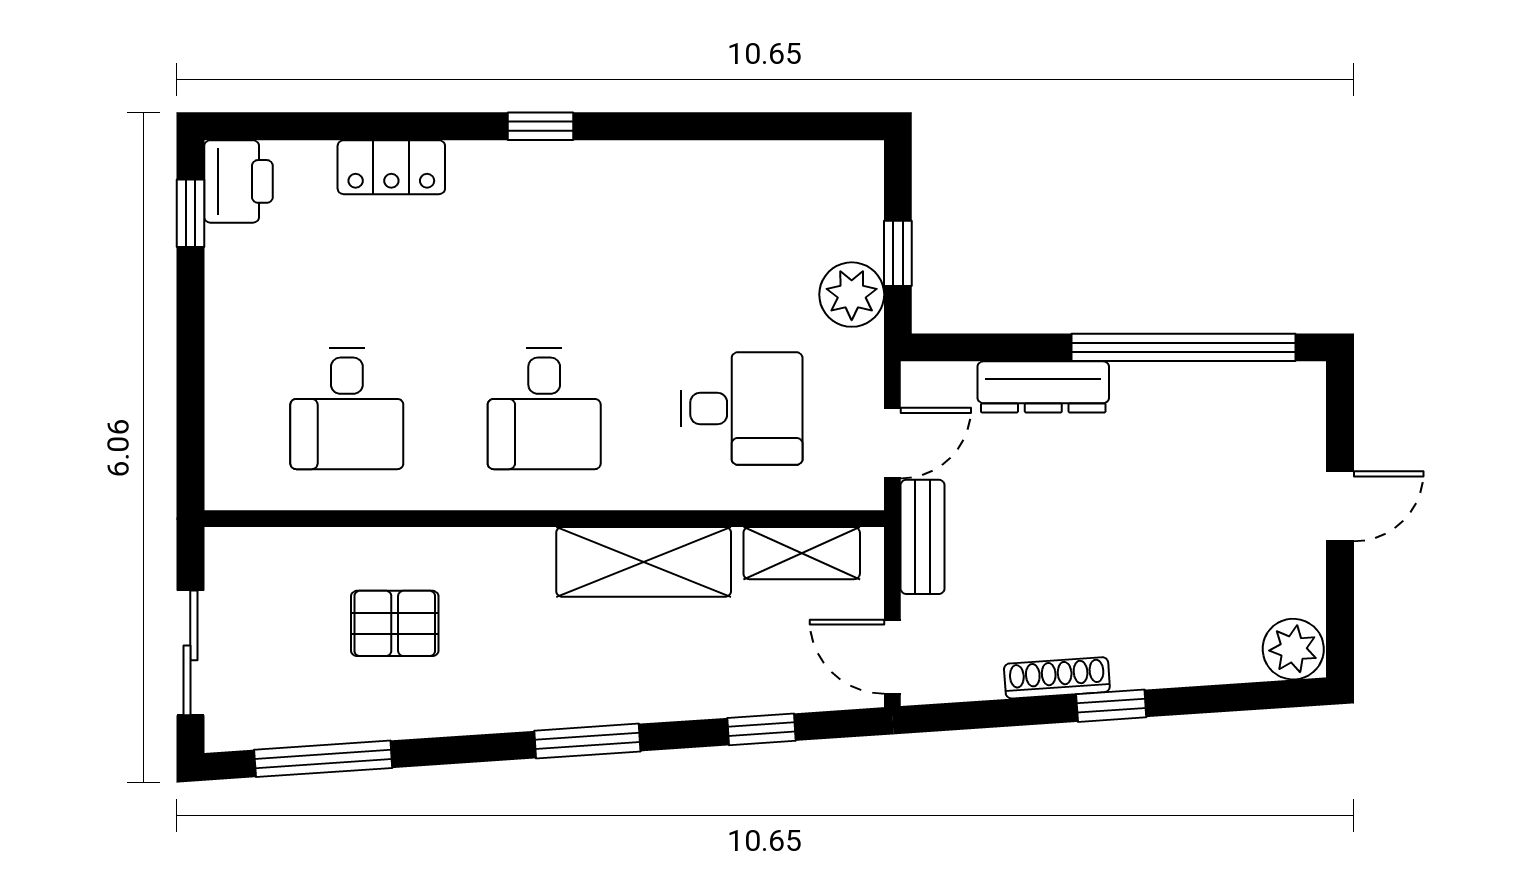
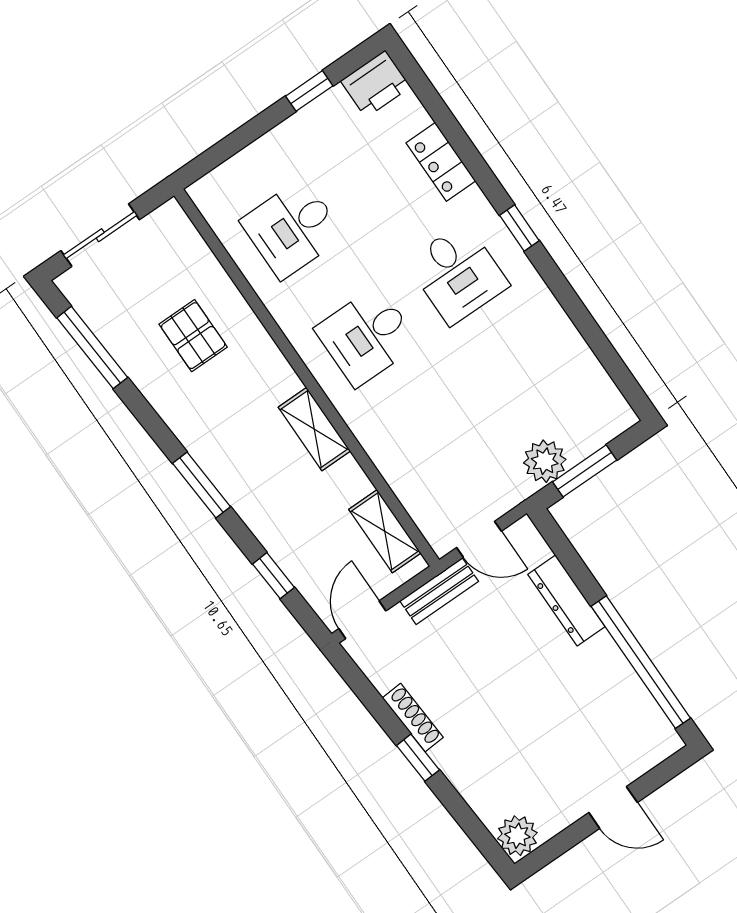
window: (190, 213) -> (309, 91), moved
window: (898, 253) -> (585, 471), width x1.50
desk: (742, 409) -> (458, 274), moved
shelving: (644, 562) -> (314, 429), width x0.67, depth x0.75

